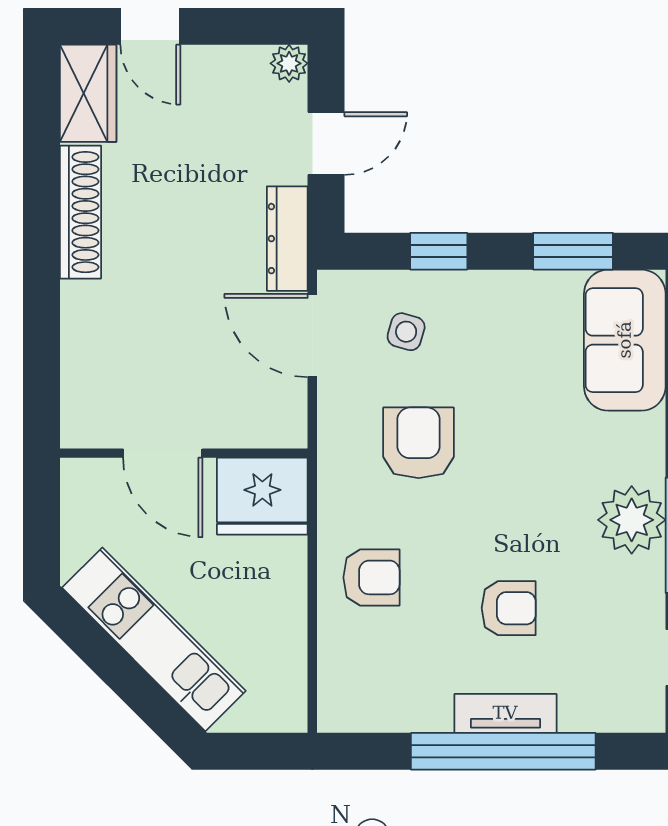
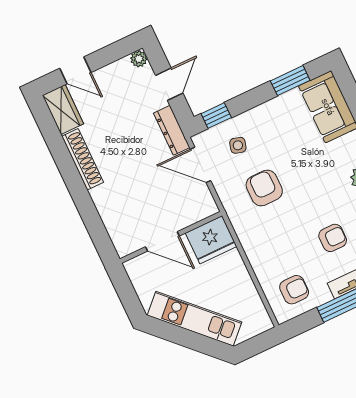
window: (439, 251) -> (216, 116), moved
armchair: (371, 577) -> (294, 290), moved

